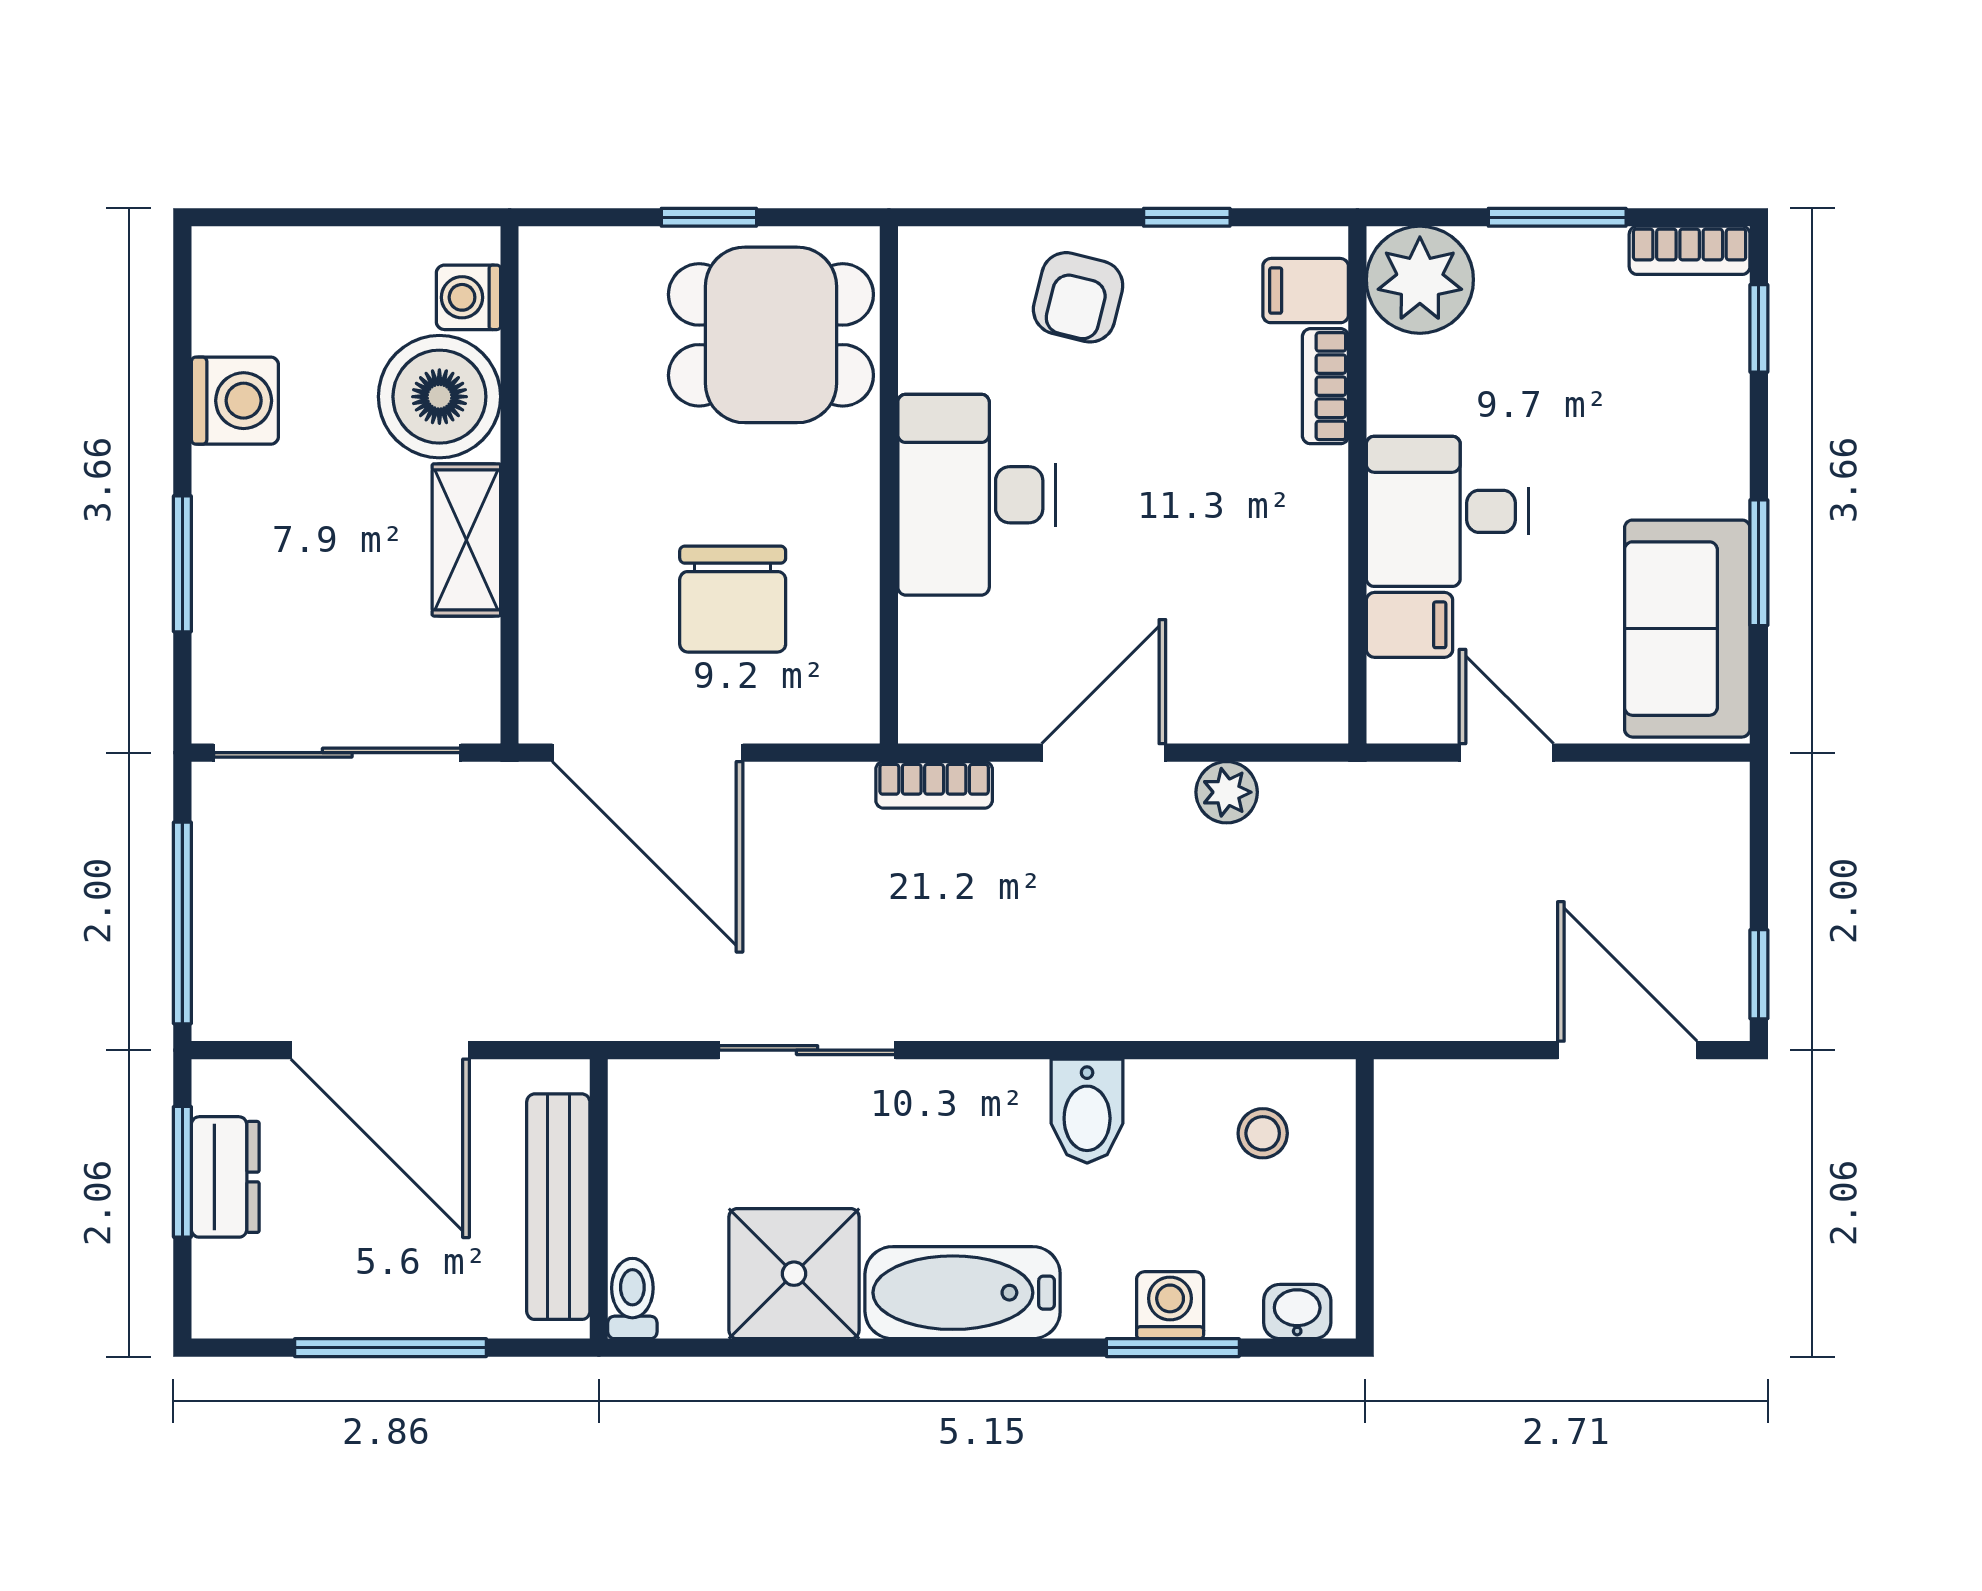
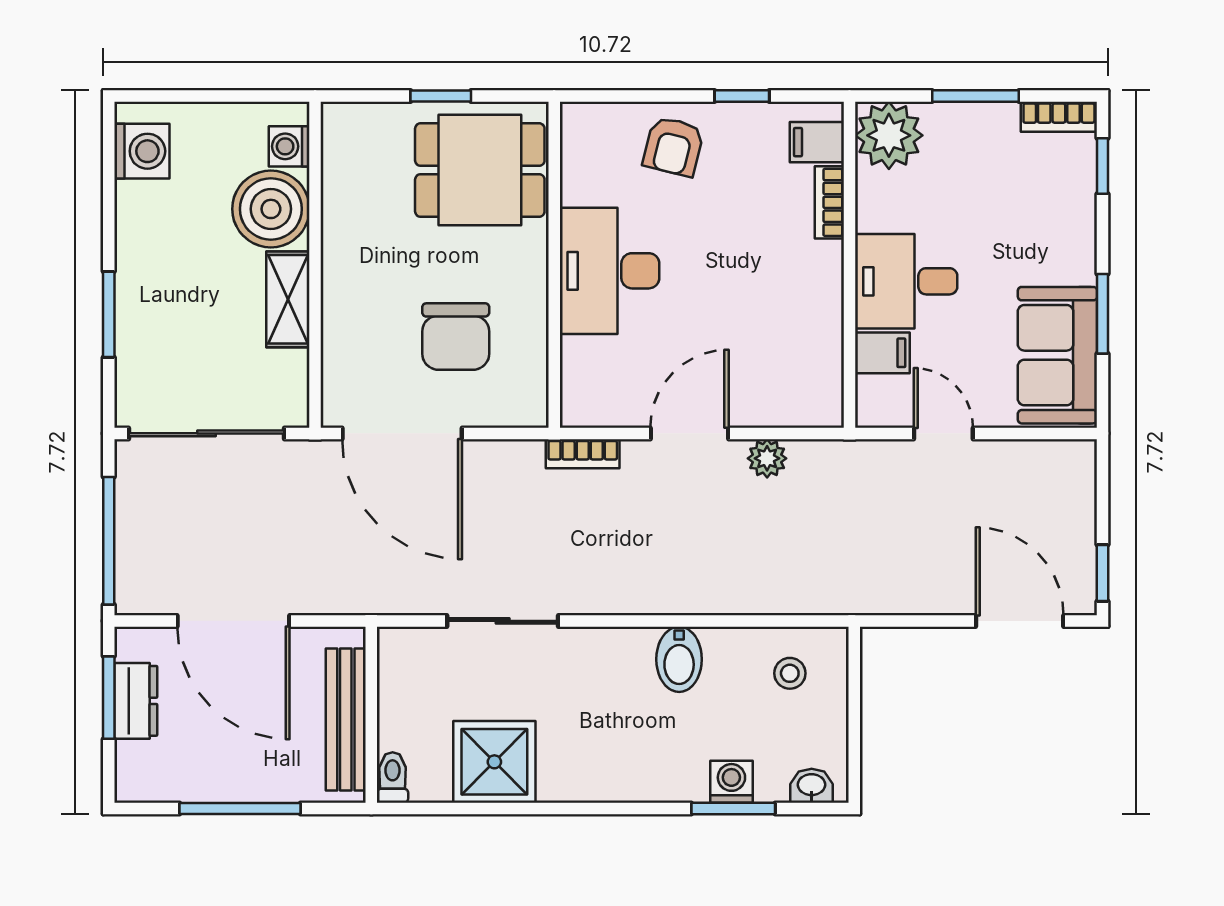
washing machine: (235, 401) -> (142, 151), moved
bathtub: (963, 1293) -> (601, 774), removed

